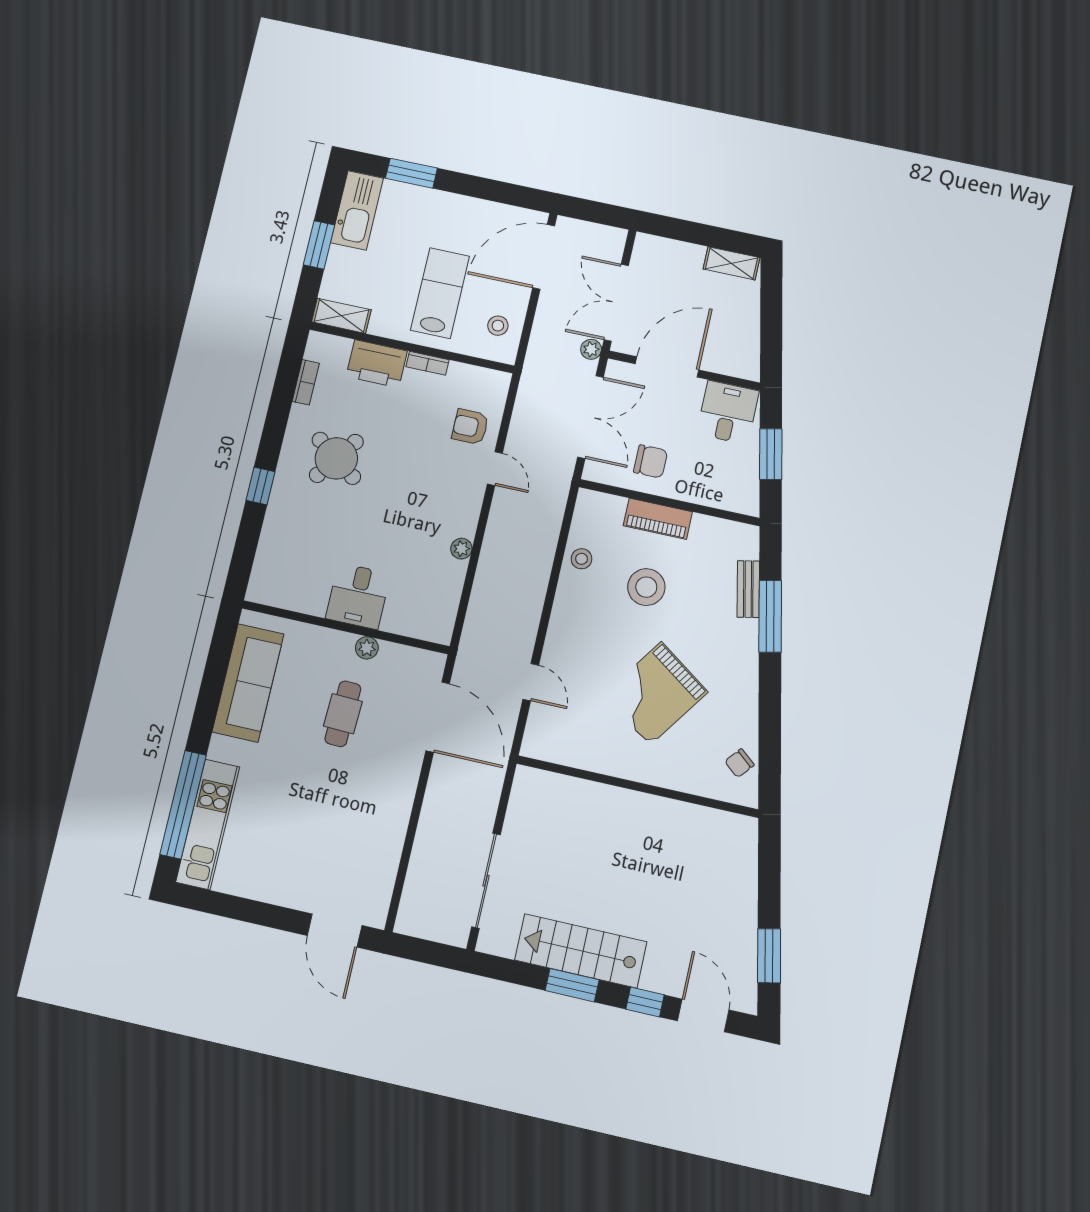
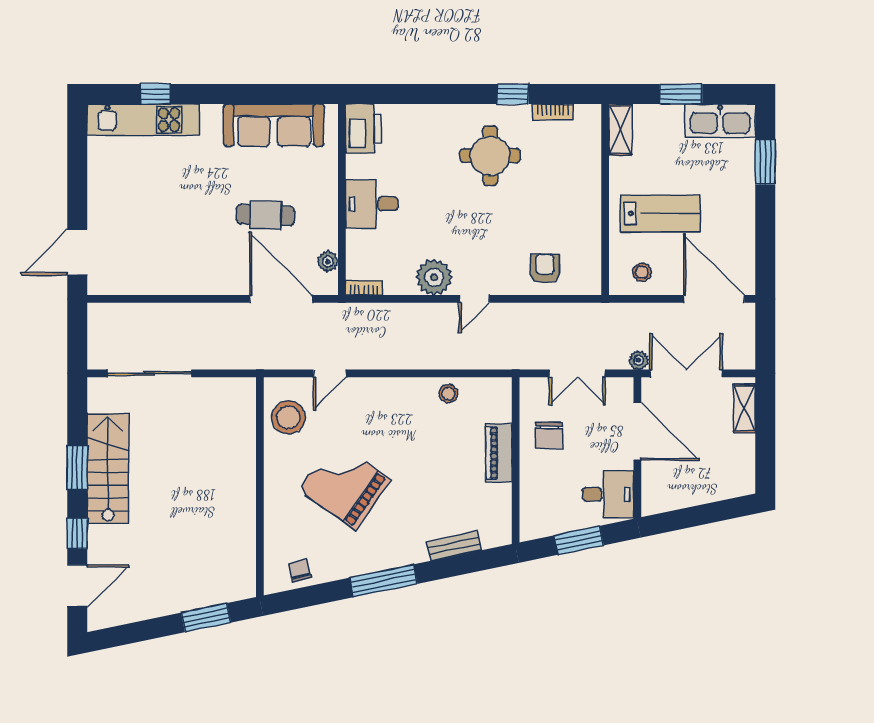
shelving: (731, 263) -> (744, 408), moved
bookcase: (427, 363) -> (364, 288), moved, turned 90
printer: (377, 364) -> (363, 129), moved, turned 180
double door: (591, 417) -> (577, 373), width x0.73
round table: (336, 458) -> (490, 156), turned -36
door: (495, 469) -> (474, 299), moved
window: (260, 486) -> (513, 94), moved
plant: (461, 549) -> (434, 277), width x1.87, depth x1.87
stool: (646, 587) -> (288, 417), moved
window: (770, 616) -> (384, 581), moved
plant: (367, 648) -> (328, 262), moved
door: (438, 717) -> (281, 299), swing flipped
chair: (739, 763) -> (300, 571), turned 35
window: (183, 805) -> (155, 94), width x0.32
window: (769, 956) -> (206, 618), moved

